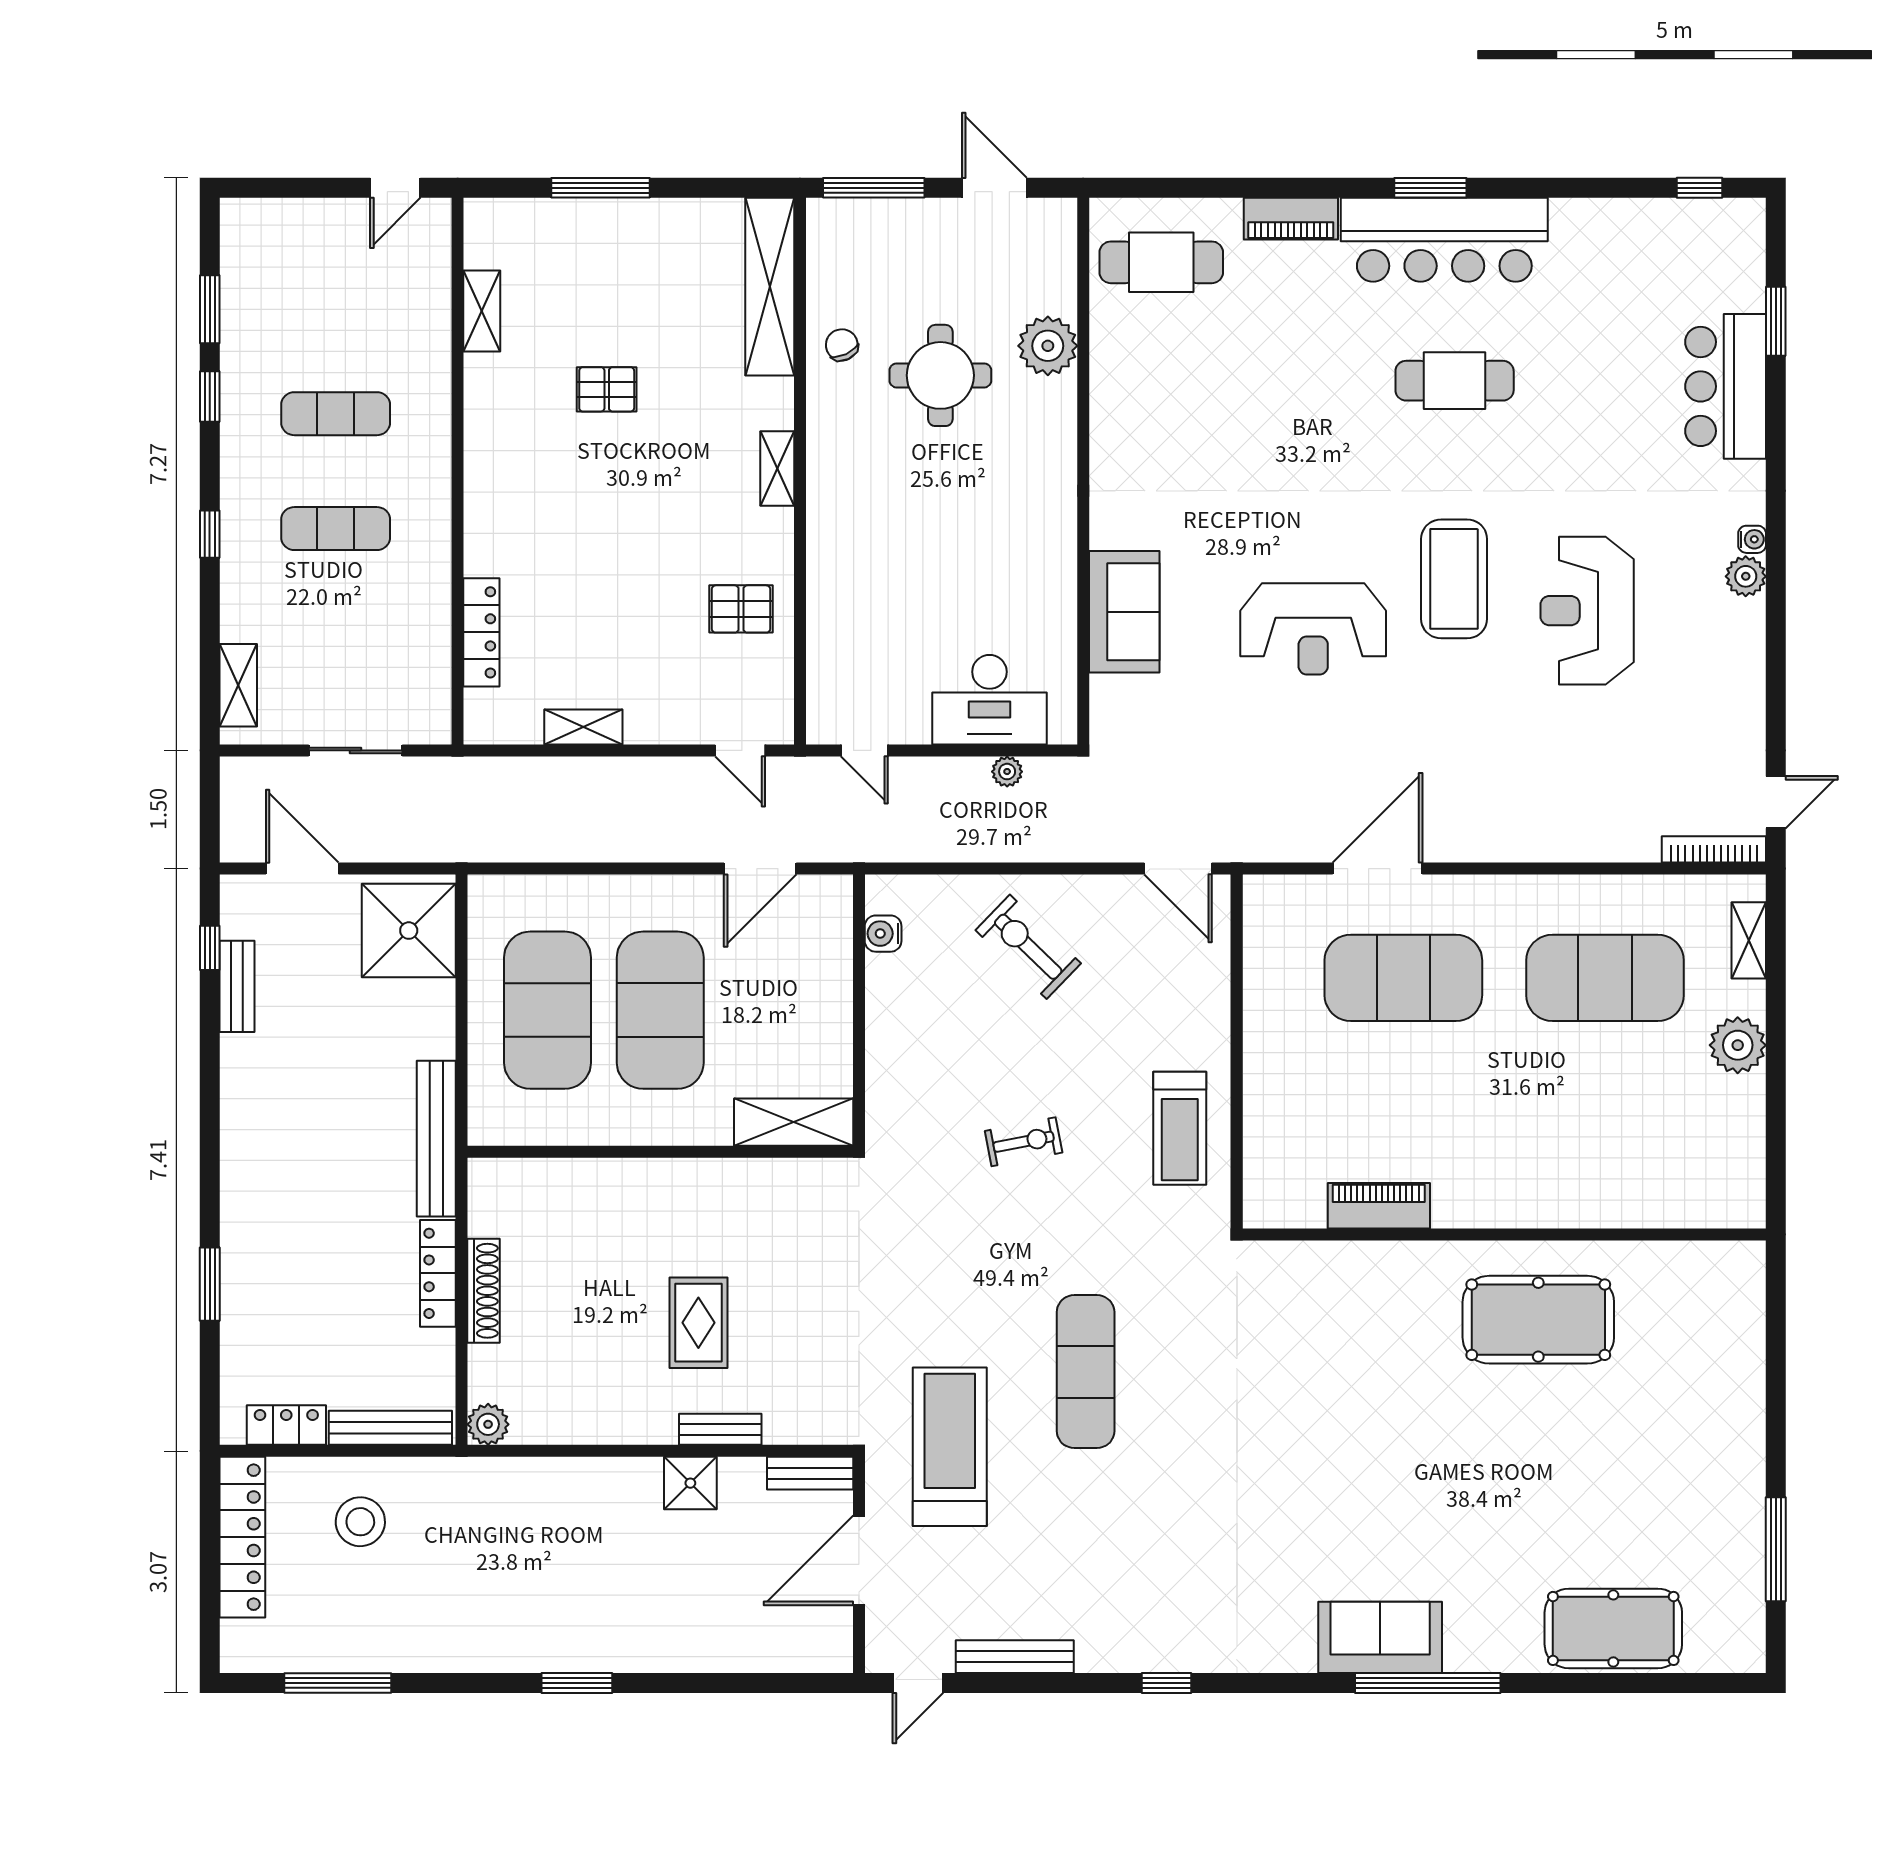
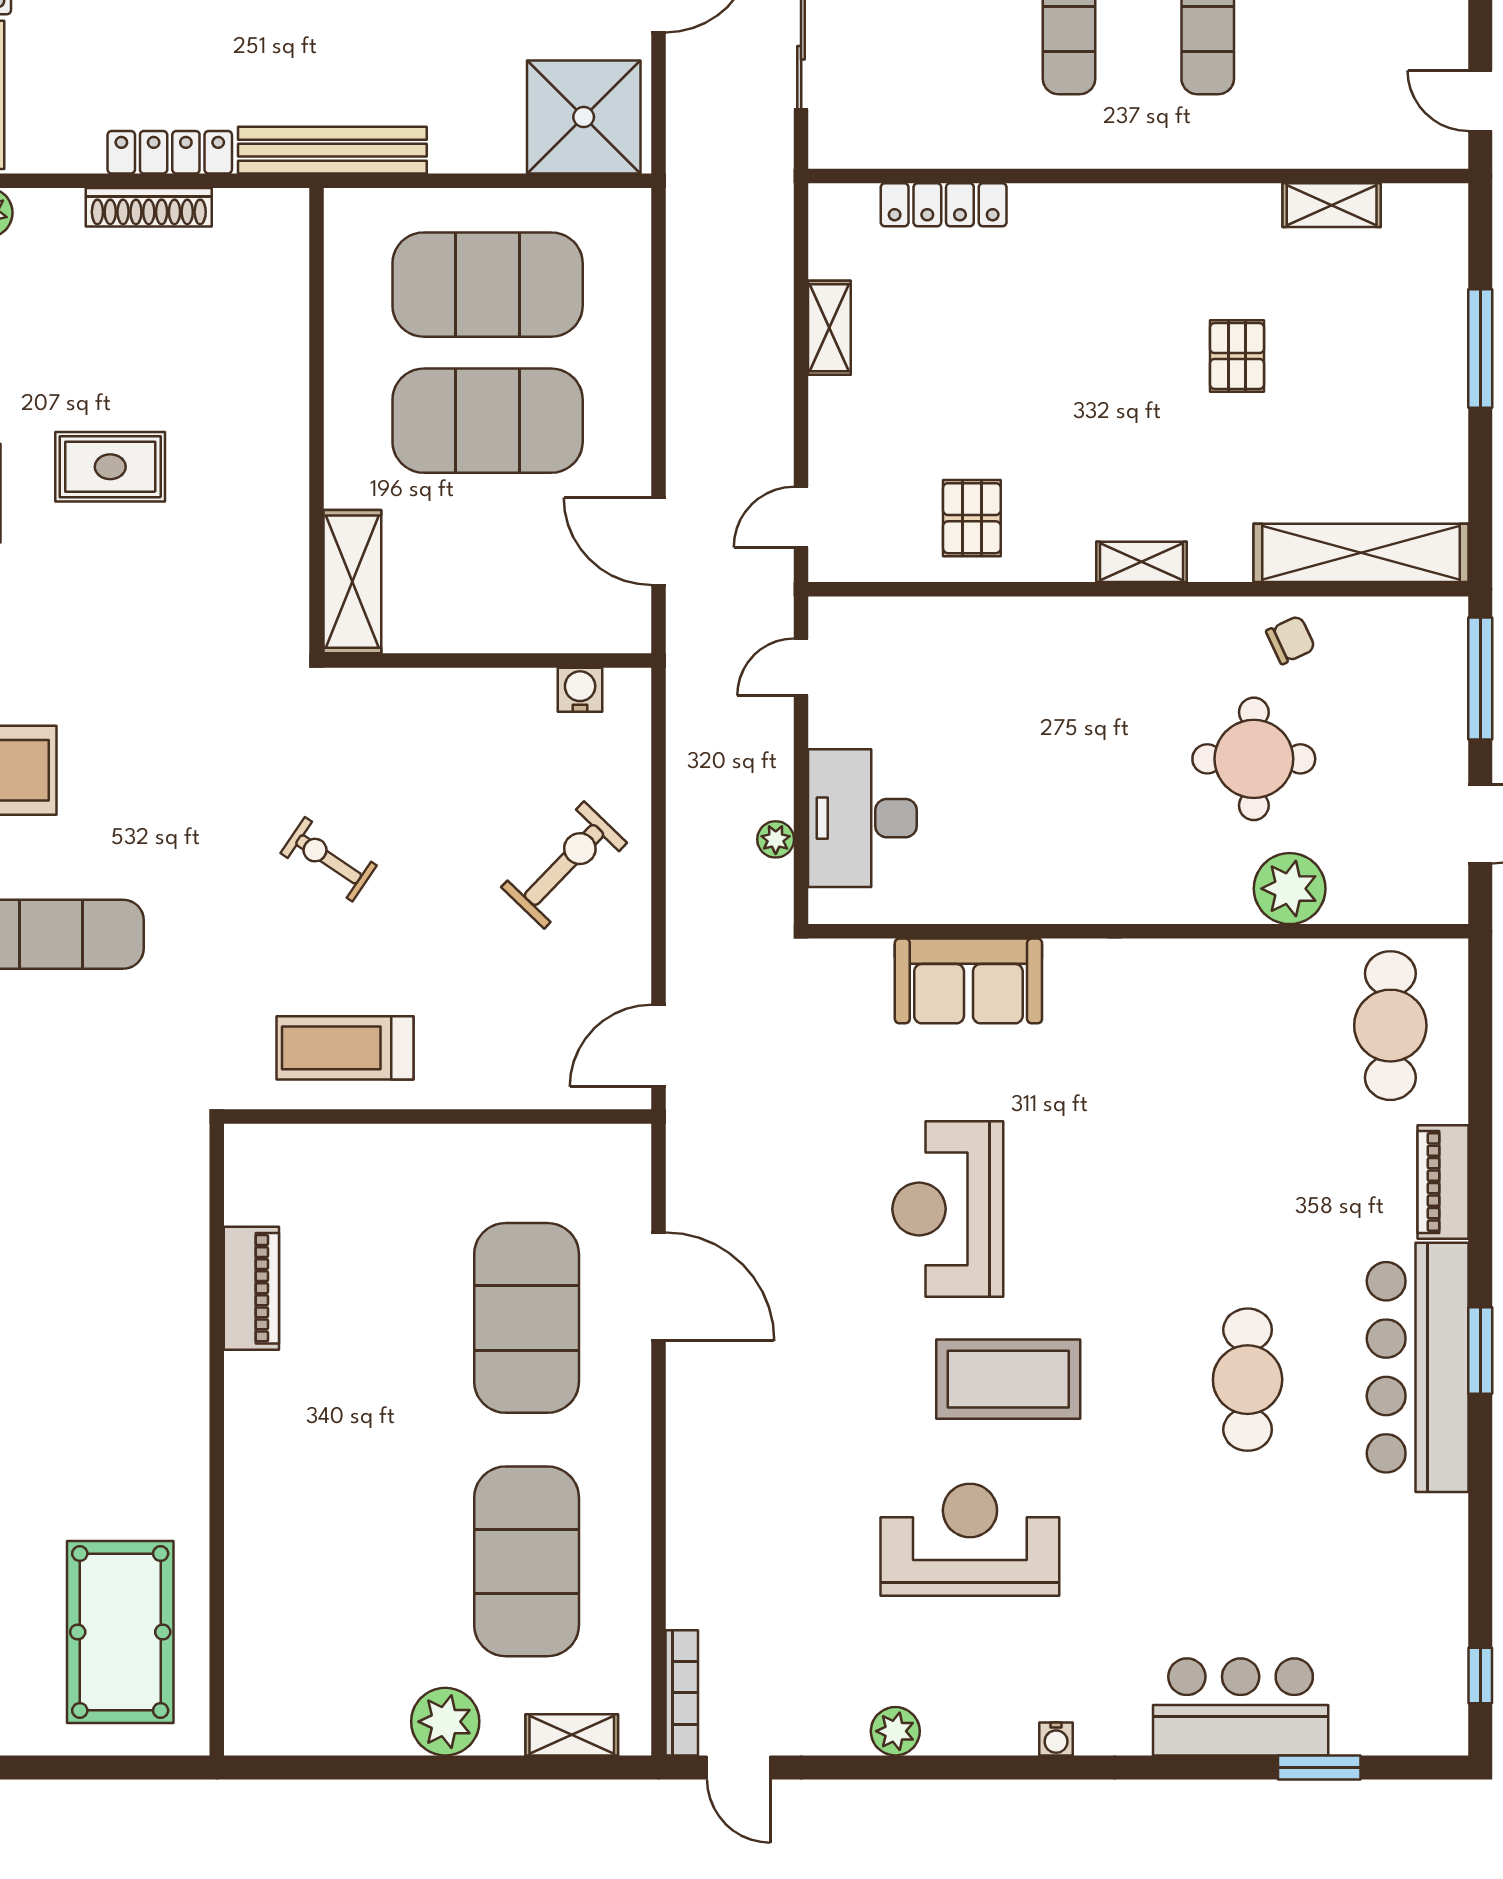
plant: (1746, 576) -> (895, 1731), moved
exercise bike: (1024, 1142) -> (329, 859), turned 135
pool table: (1538, 1320) -> (120, 1632), moved

